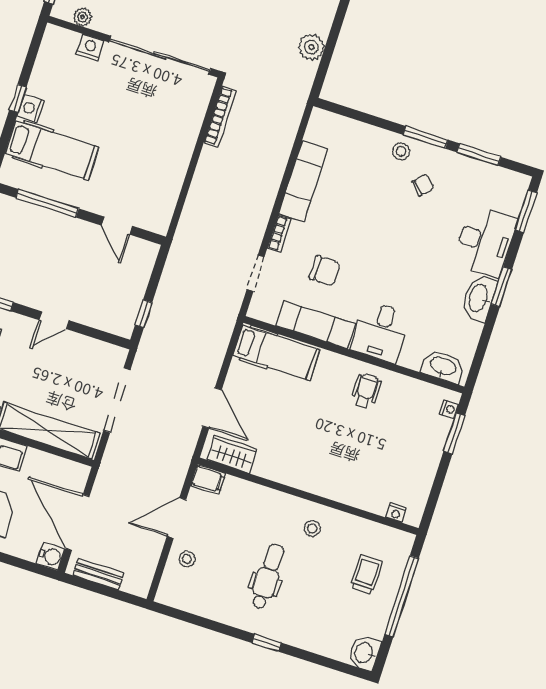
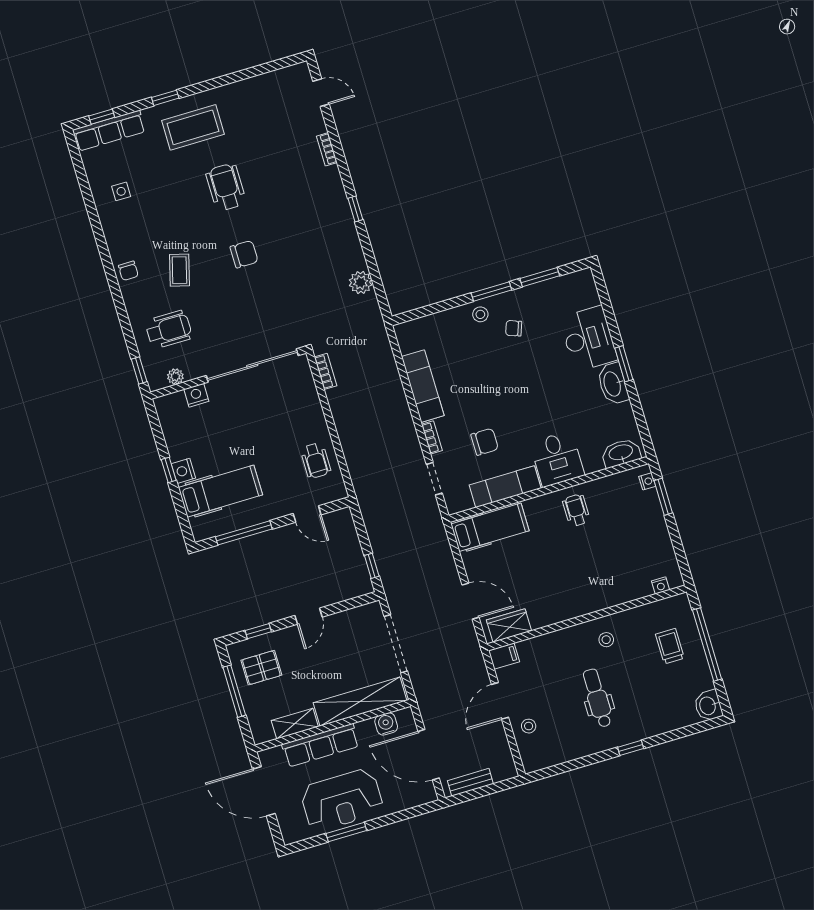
bookcase: (220, 117) -> (326, 371), width x0.64
wheelchair: (158, 182) -> (316, 461), added
chair: (423, 185) -> (514, 328), turned -115
window: (526, 211) -> (604, 295), removed
water cooler: (51, 556) -> (386, 724), moved, turned -90

